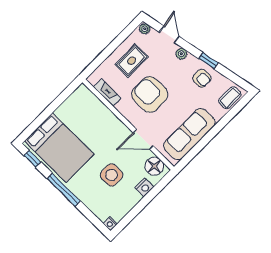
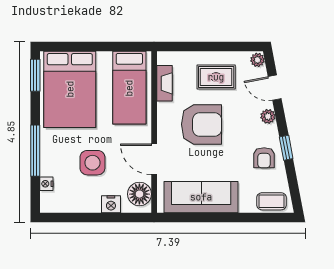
door: (169, 34) -> (275, 88), swing flipped
armchair: (150, 94) -> (202, 124), turned 90
bed: (90, 114) -> (129, 88), added
window: (33, 159) -> (35, 75), width x1.50
window: (64, 190) -> (35, 151), moved
nightstand: (110, 224) -> (46, 184), moved

